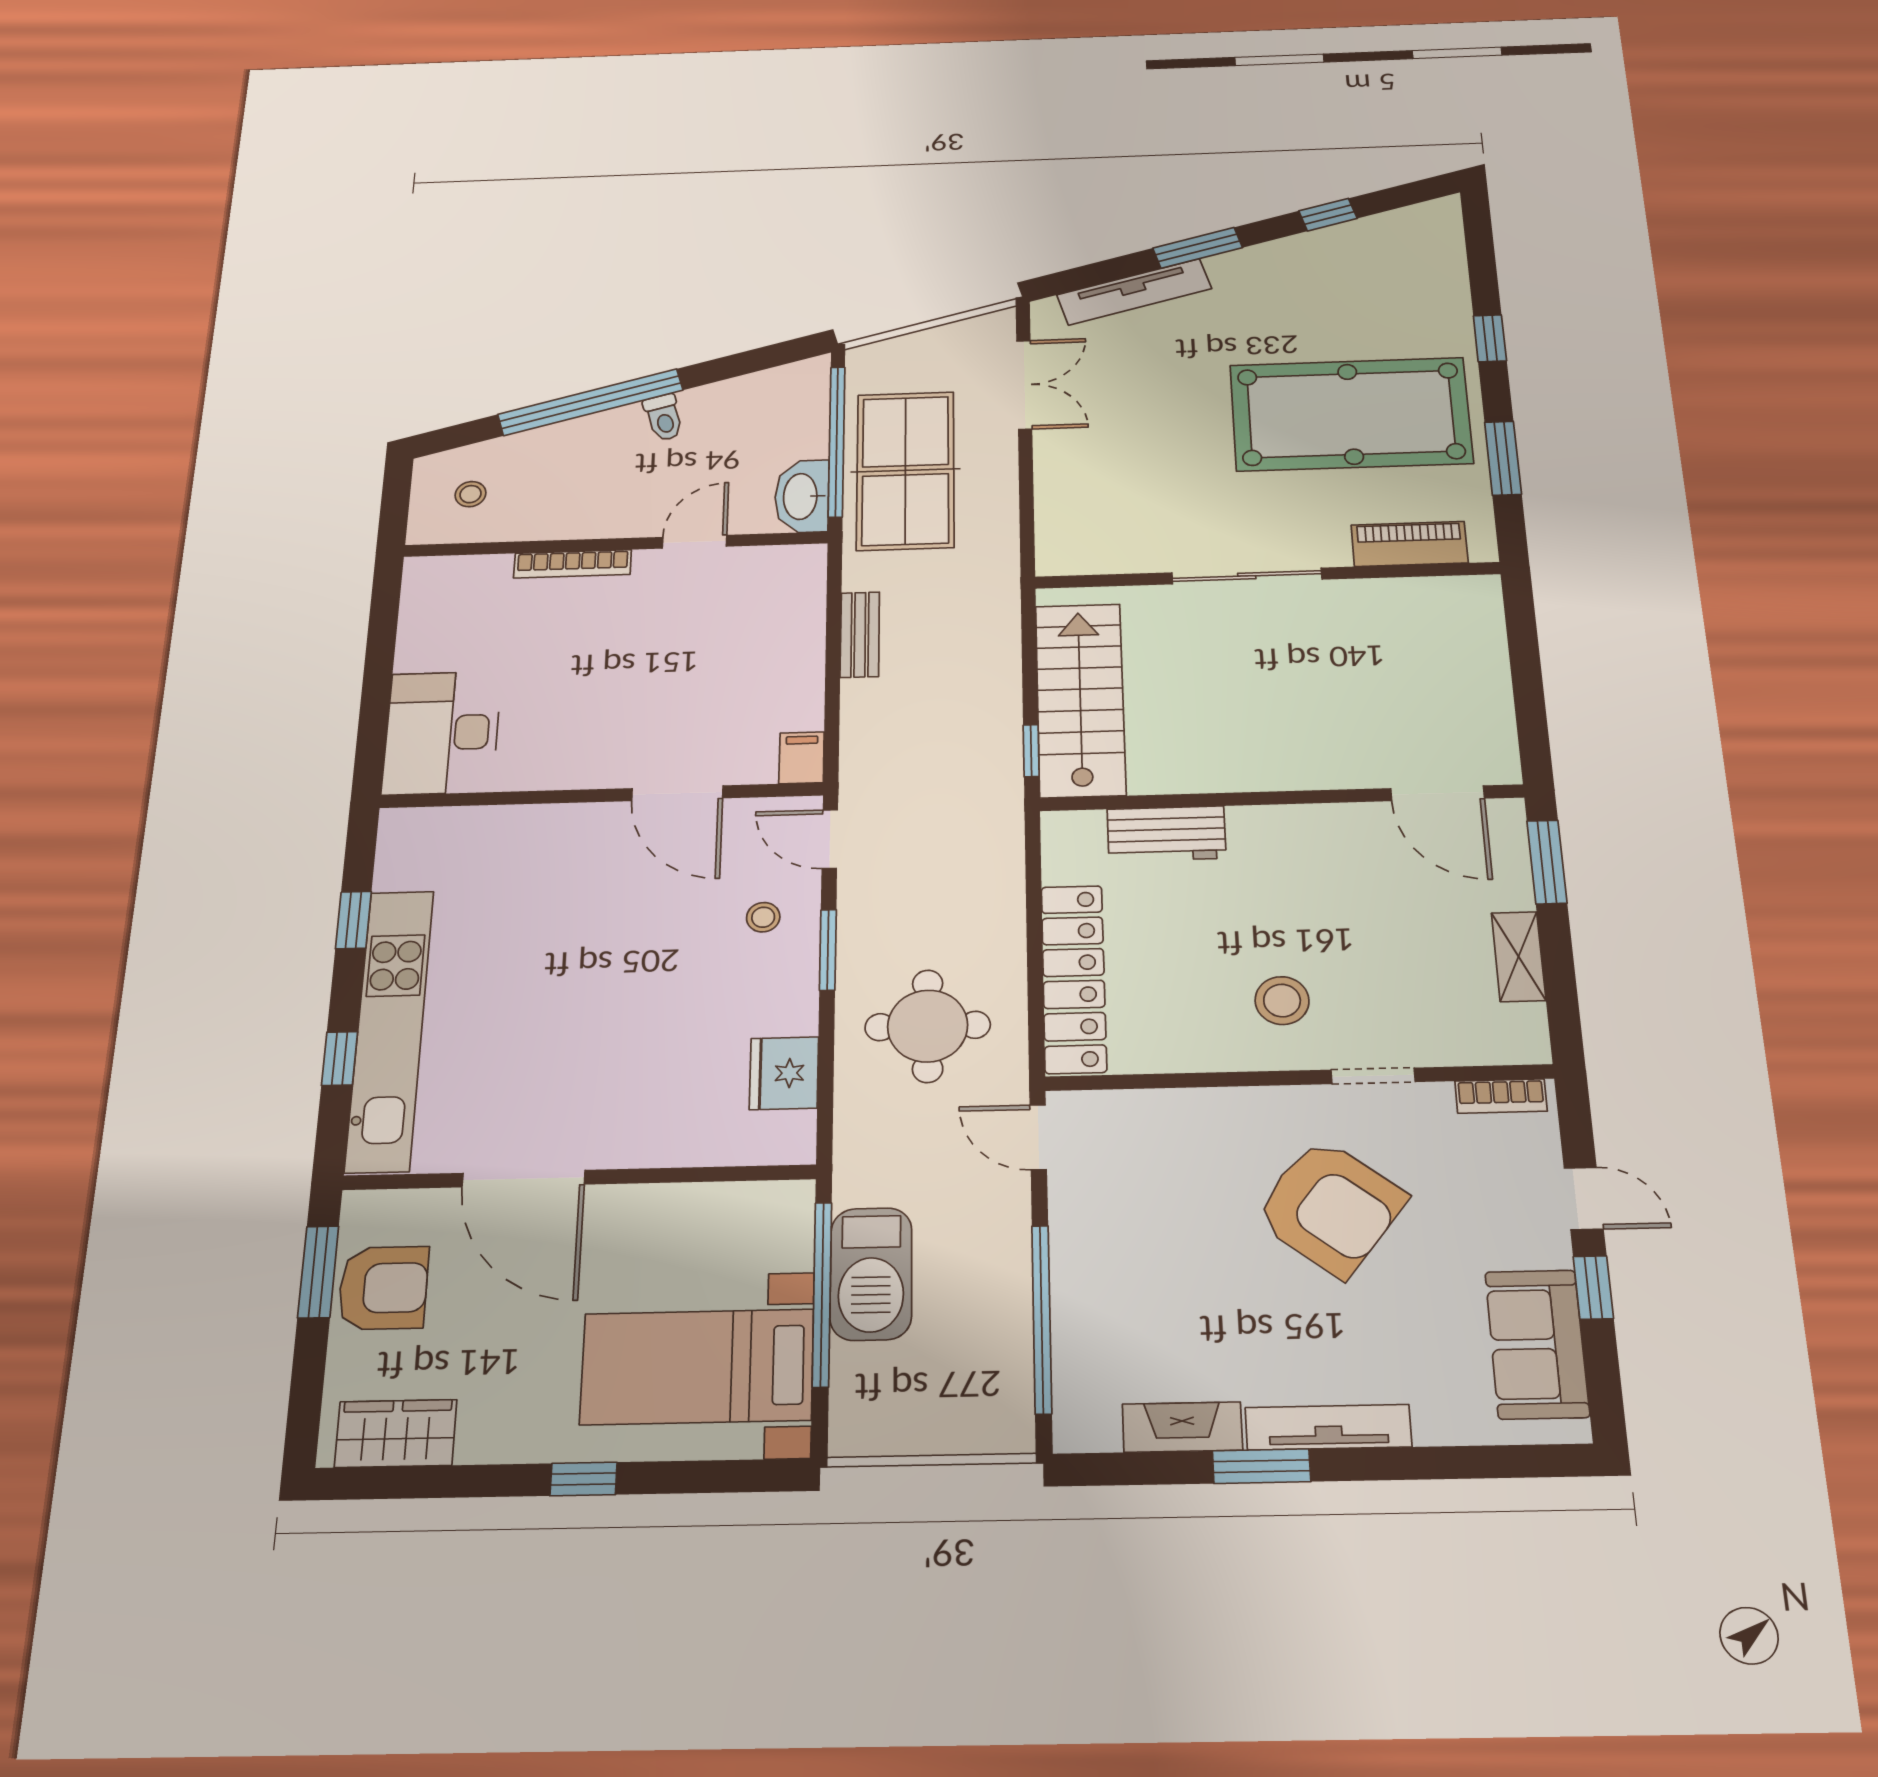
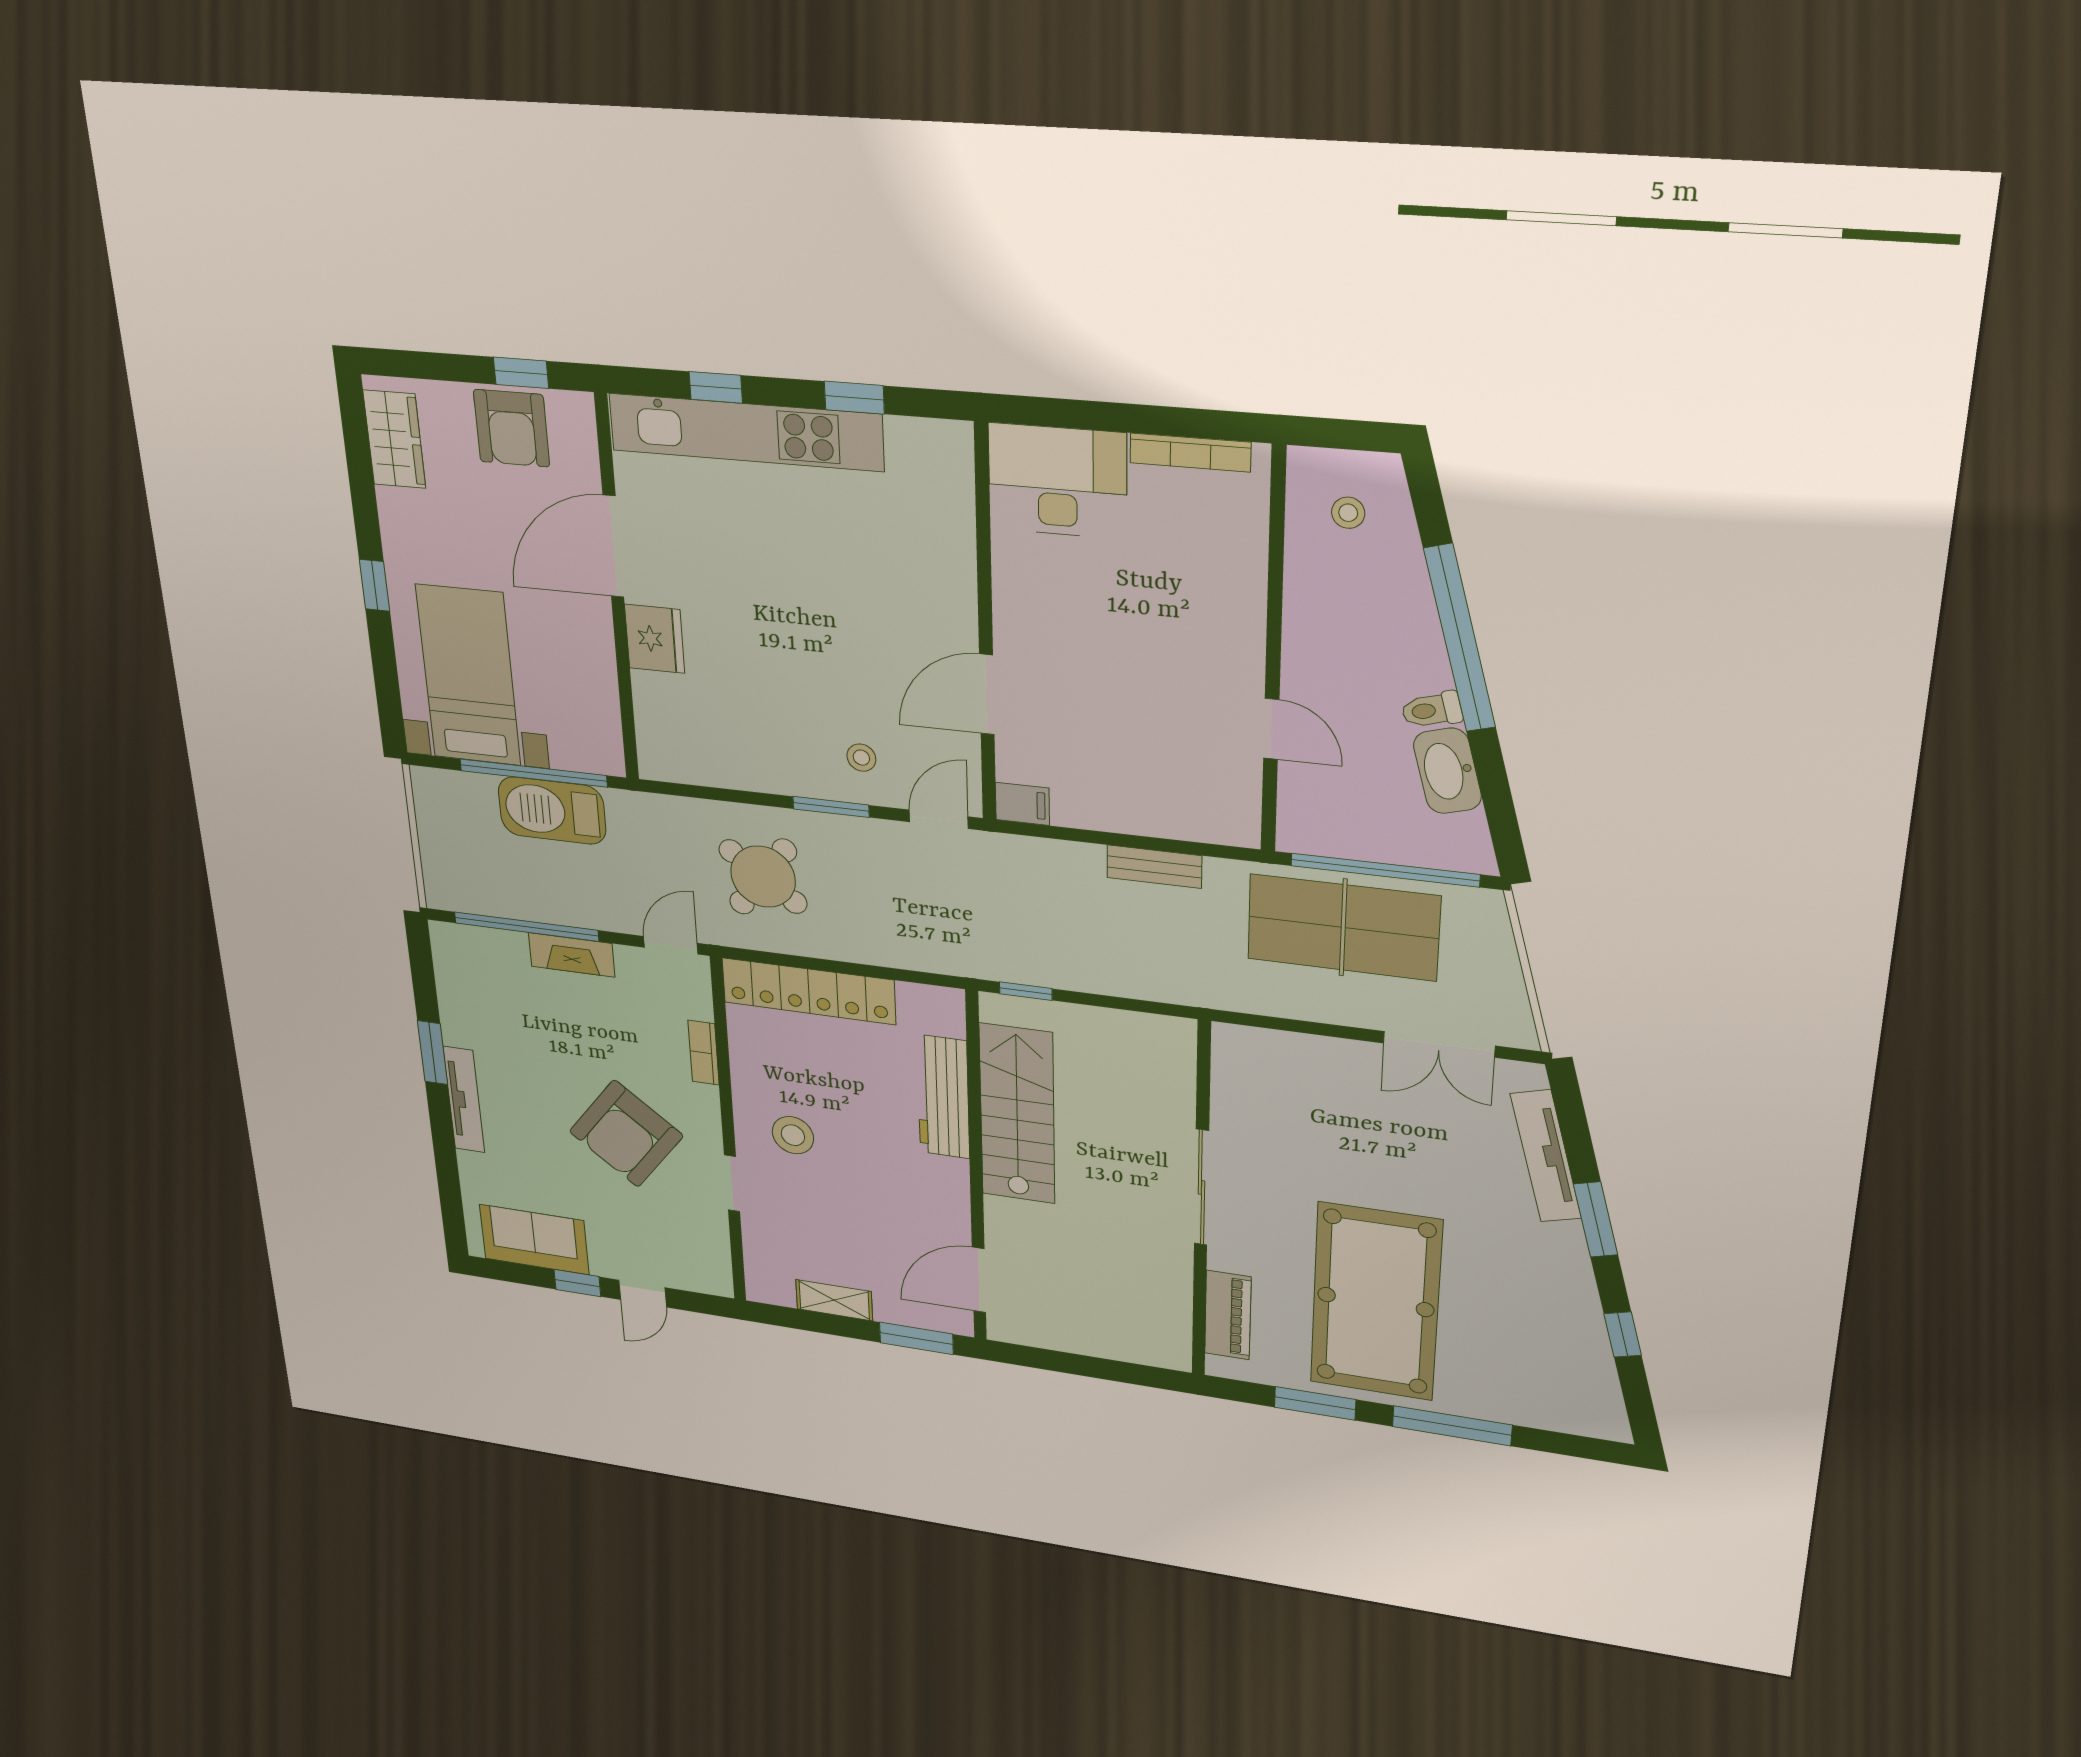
window: (1490, 338) -> (1452, 1426), width x2.17
washbasin: (802, 496) -> (1447, 771), moved, turned -106
bookcase: (573, 564) -> (1190, 453), moved, turned -90
stairs: (1080, 700) -> (1017, 1114), moved, turned -90
workbench: (1166, 834) -> (943, 1097), width x1.38
round table: (928, 1026) -> (763, 877), turned 37
fridge: (784, 1073) -> (655, 639), moved, turned 90
bookcase: (1501, 1096) -> (704, 1053), moved
window: (318, 1272) -> (521, 373), width x0.67
fireplace: (1182, 1427) -> (572, 955), moved, turned 90

